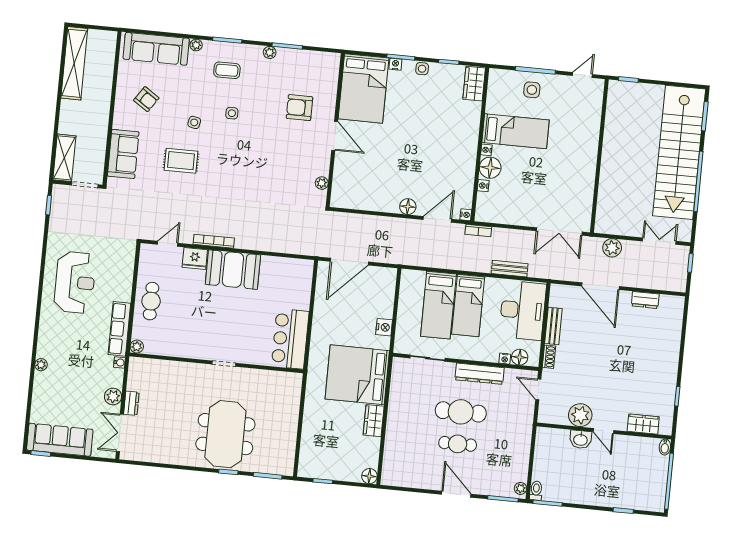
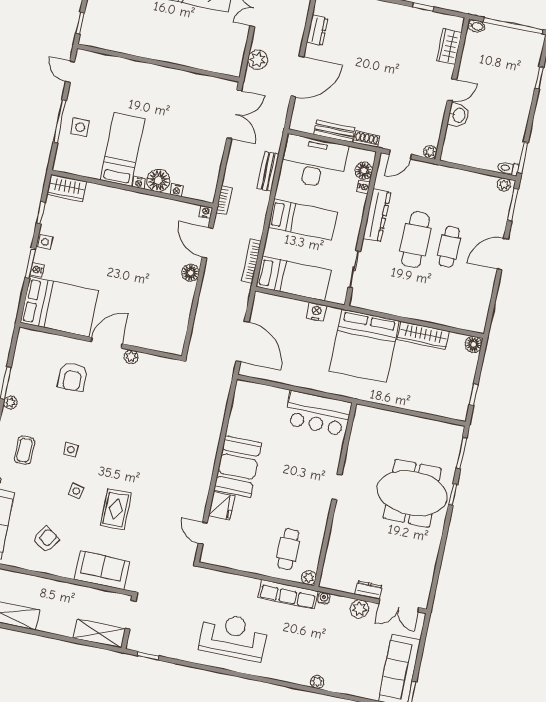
plant: (322, 183) -> (131, 357), moved
bookcase: (214, 241) -> (251, 261), moved
cafe table: (151, 301) -> (288, 549), moved, turned 90
bed: (438, 305) -> (293, 278), moved
plant: (580, 415) -> (430, 152), moved, width x0.53, depth x0.53
wardrobe: (374, 421) -> (423, 335), width x1.50

